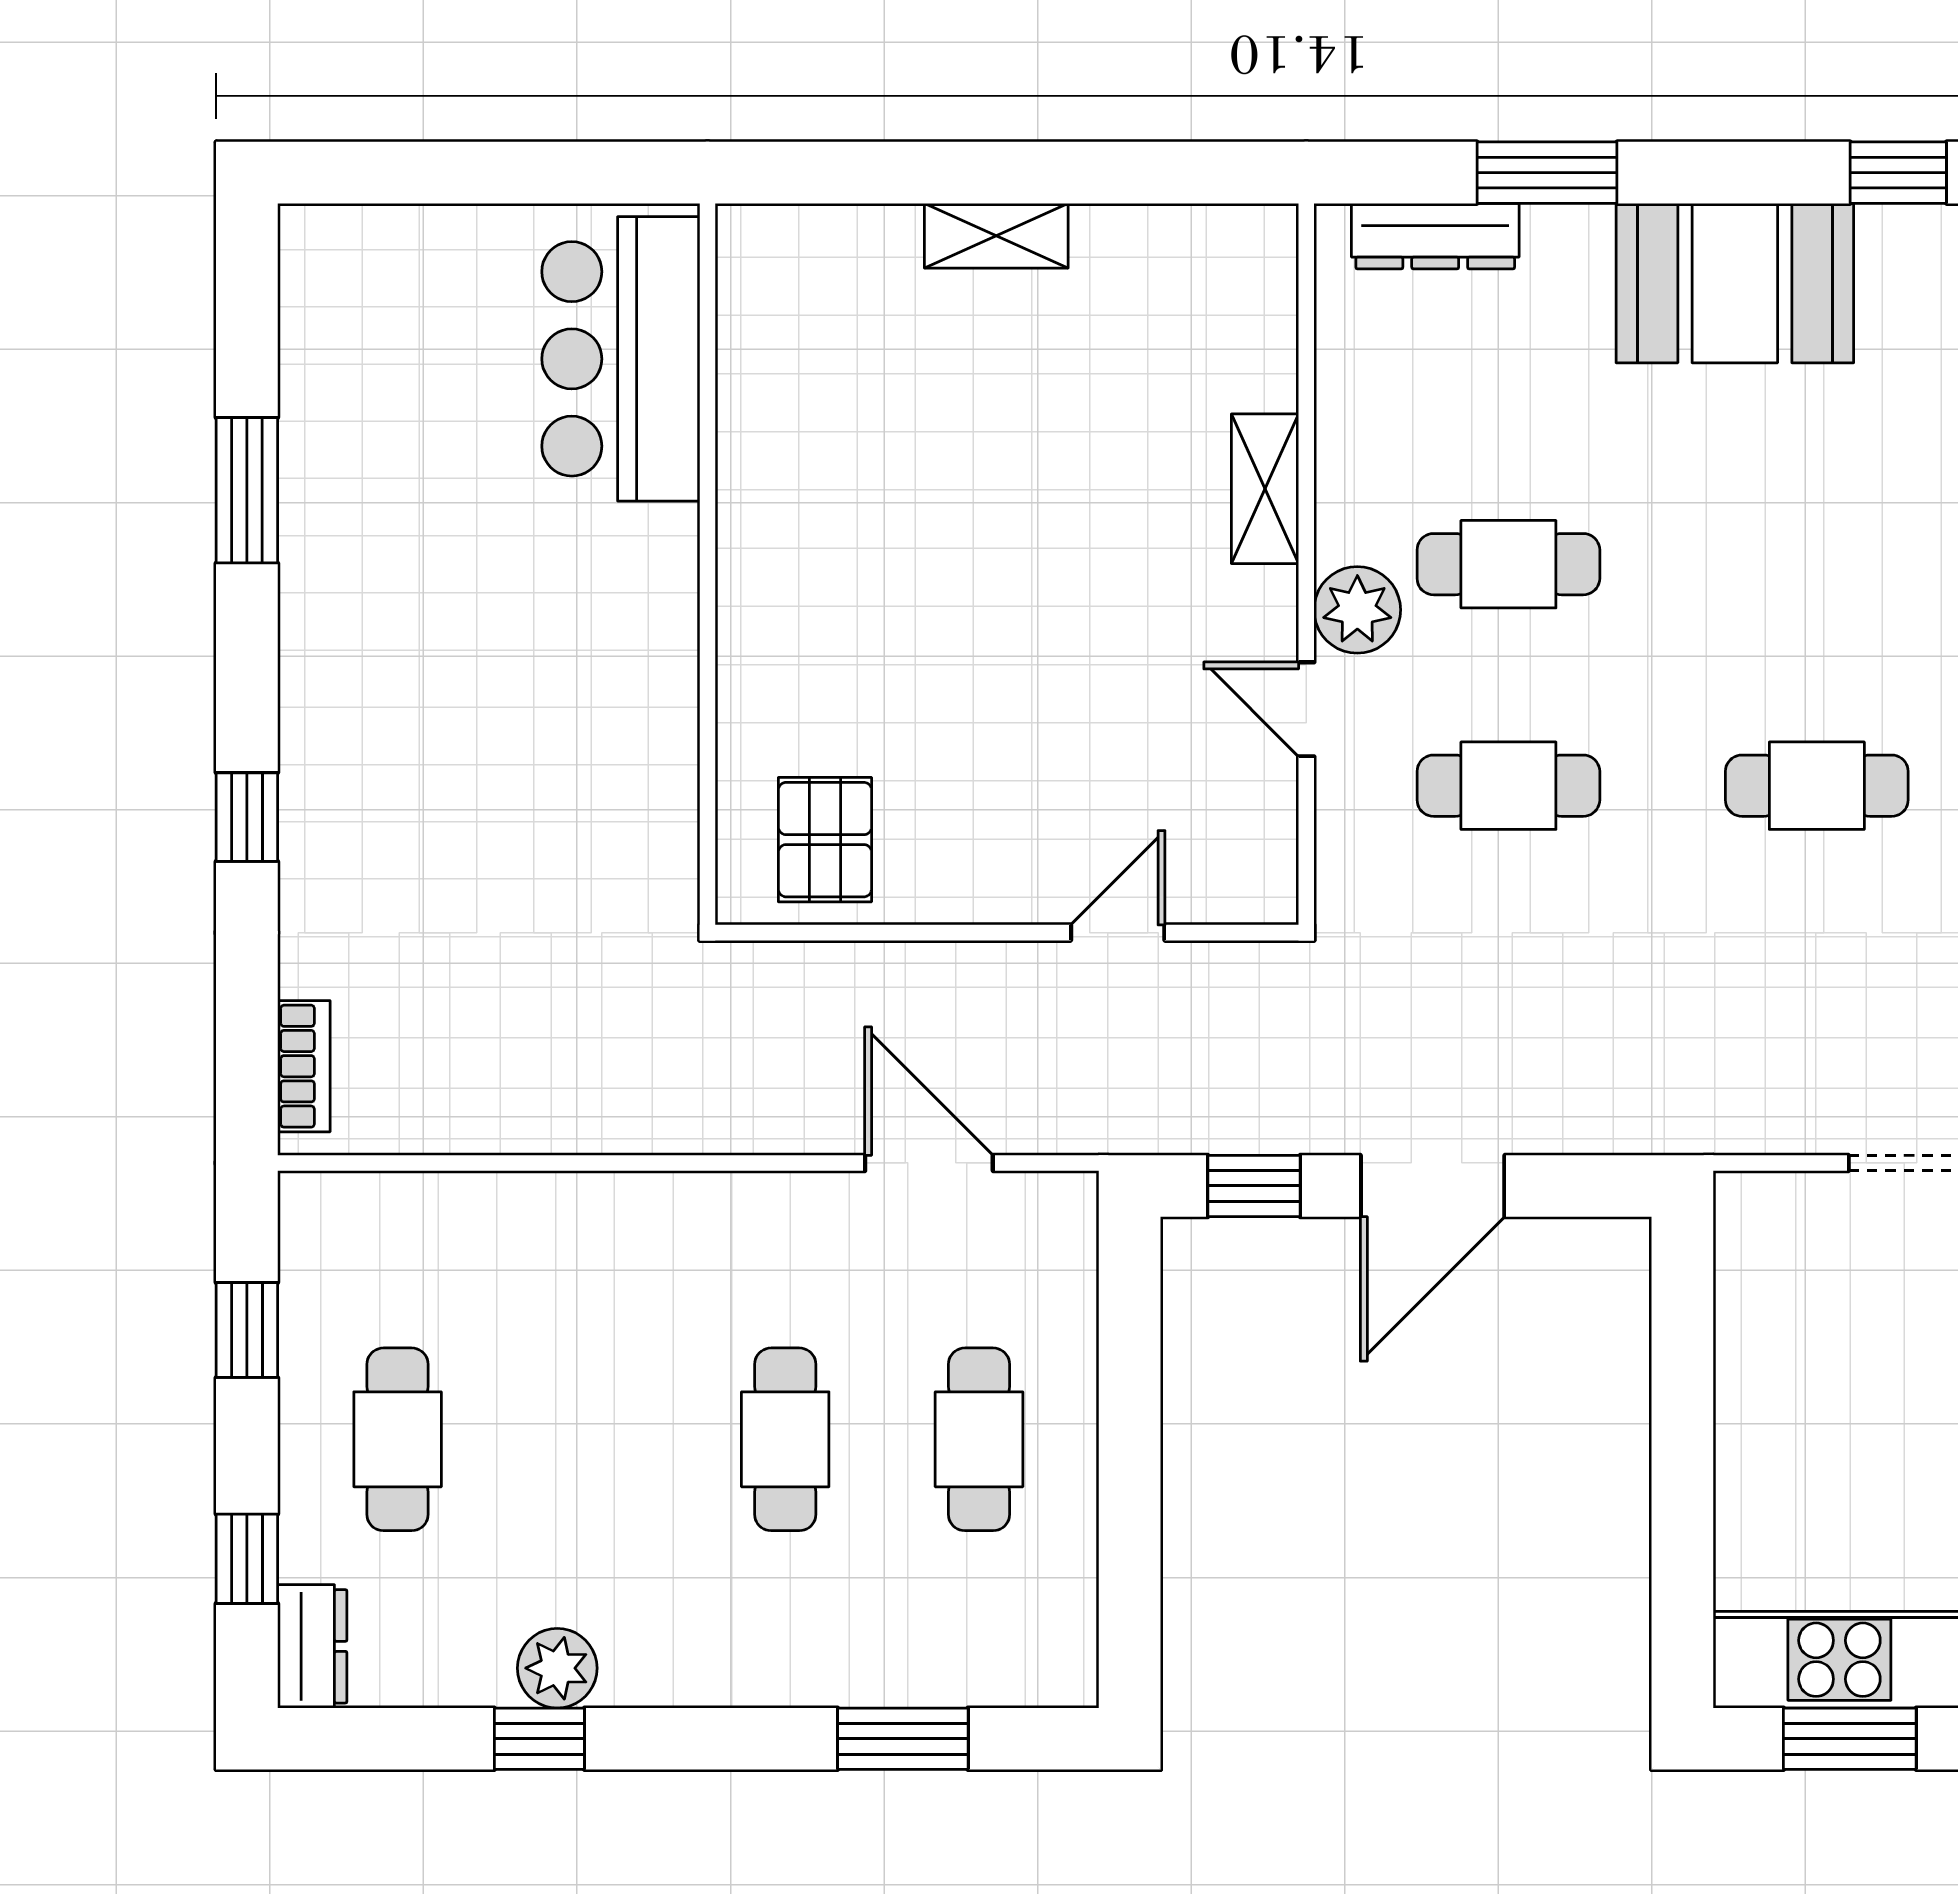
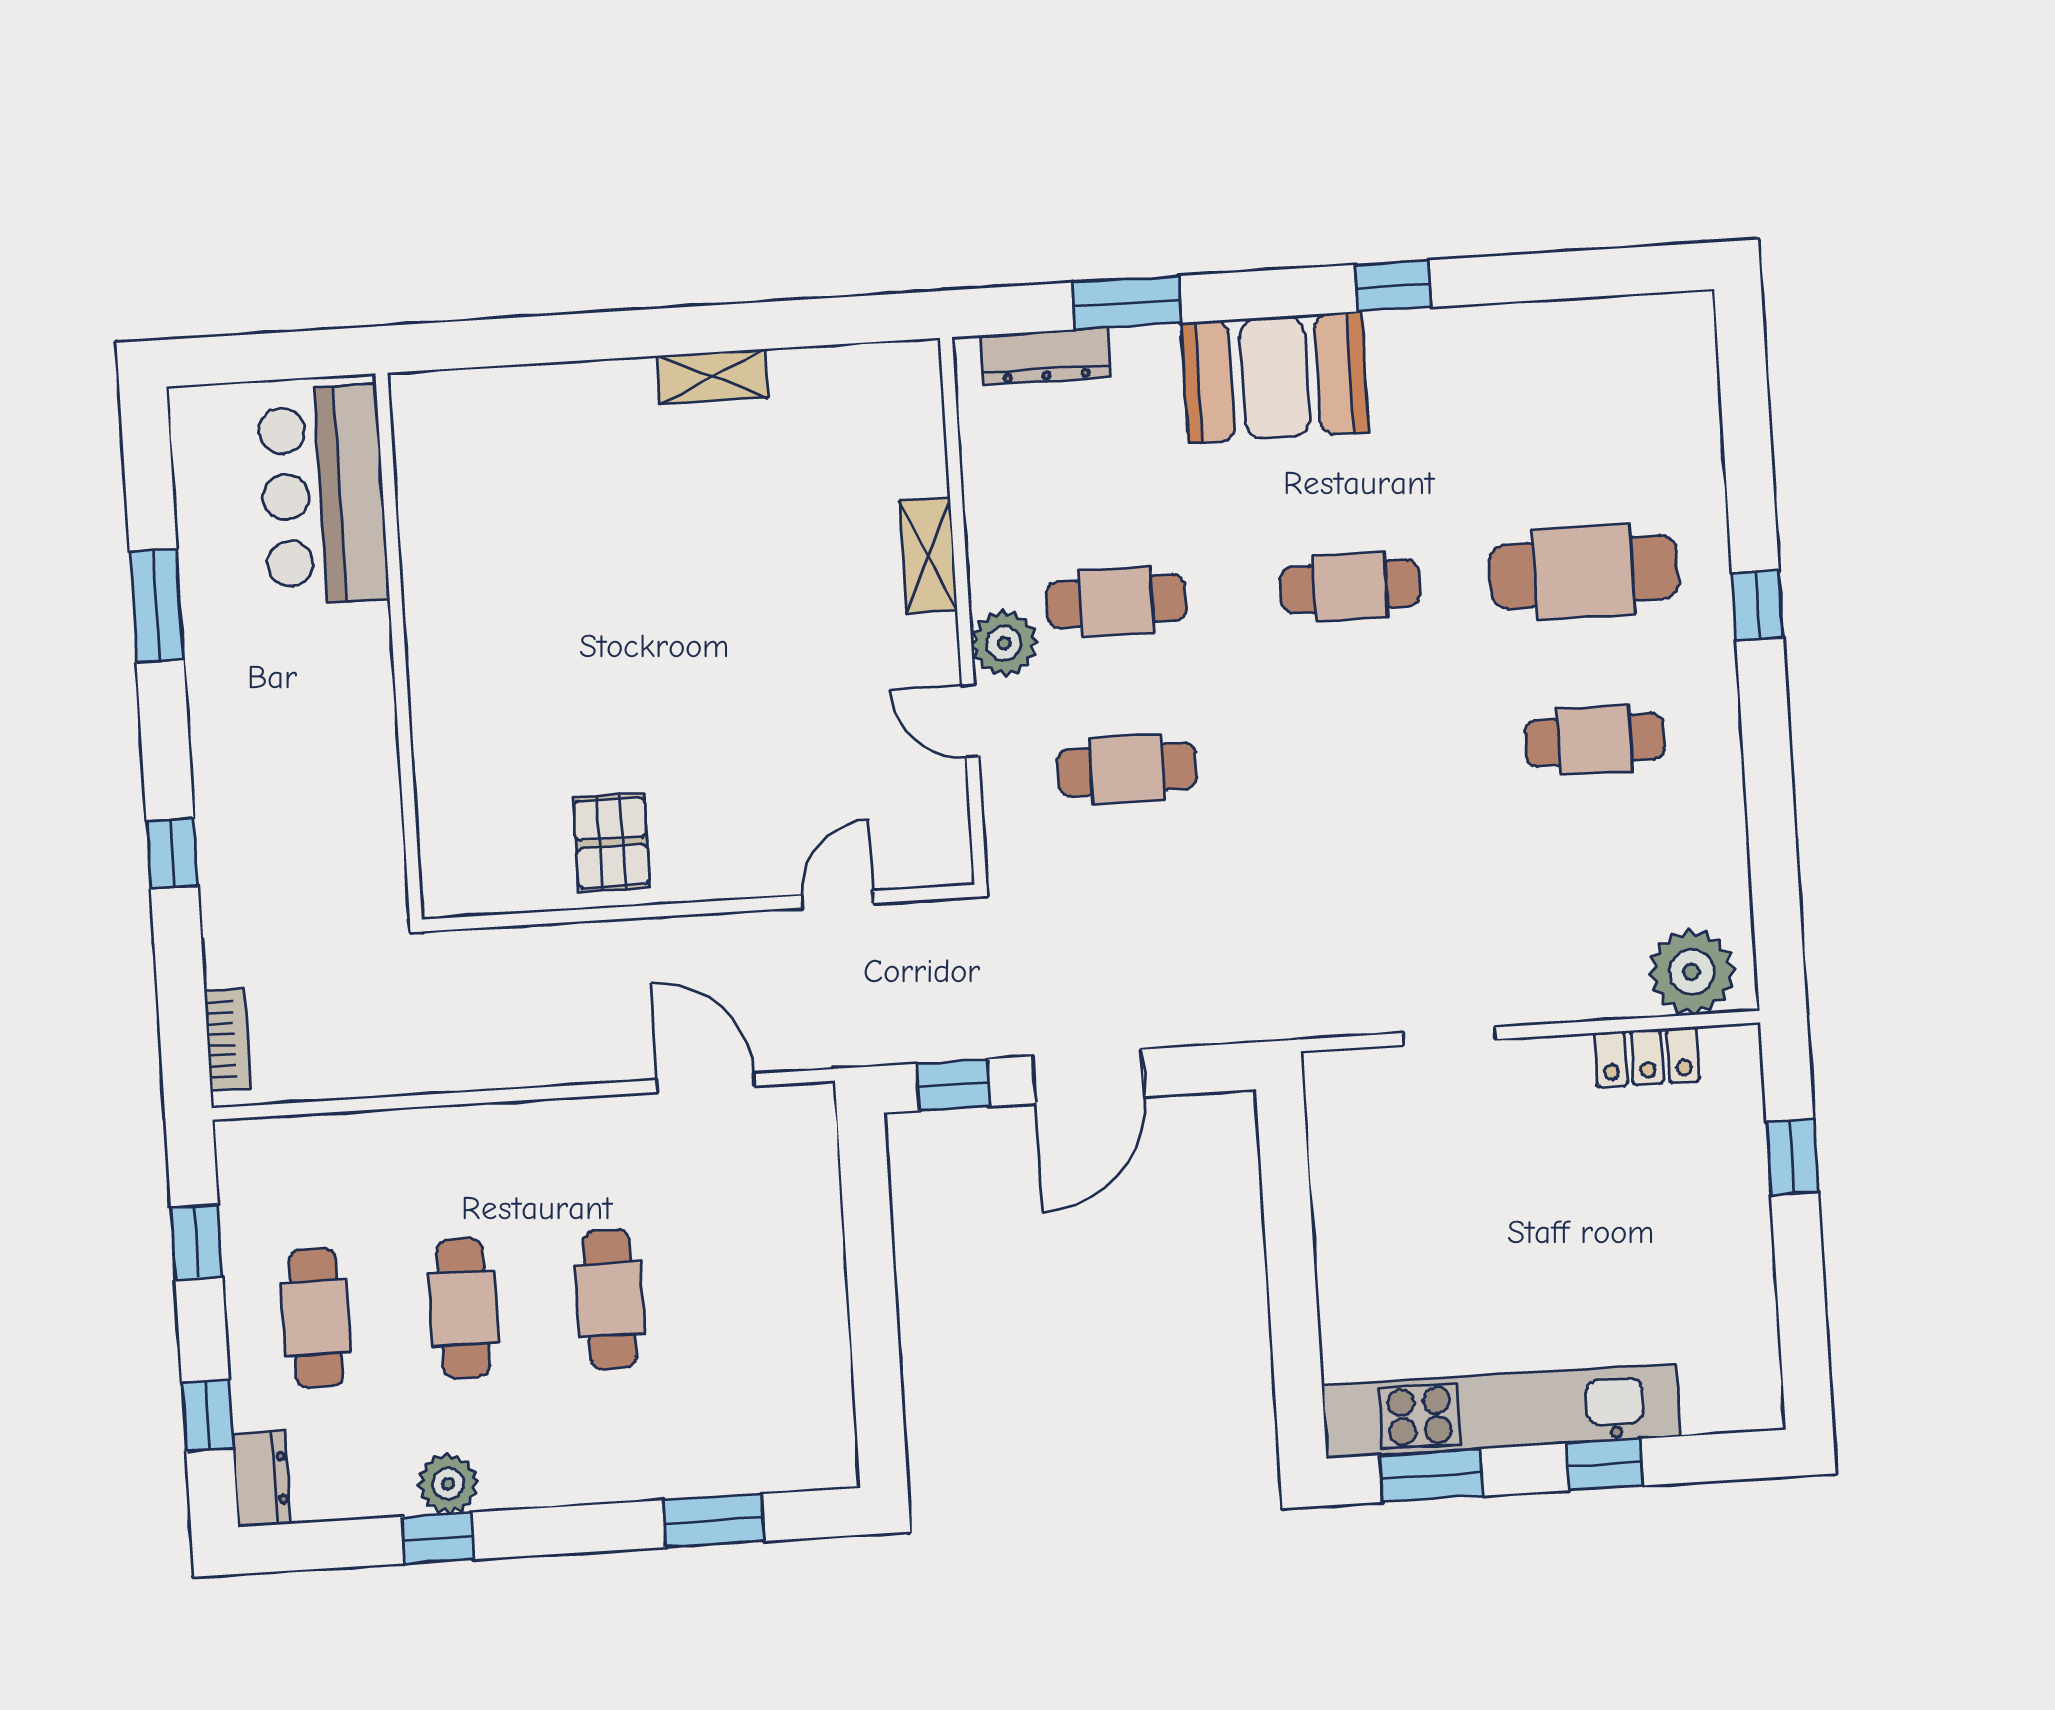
bar counter: (621, 359) -> (323, 495), moved
wall: (707, 564) -> (399, 646), moved
cafe table: (1817, 786) -> (1350, 587), moved
cafe table: (979, 1439) -> (463, 1309), moved

